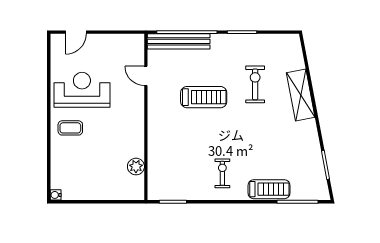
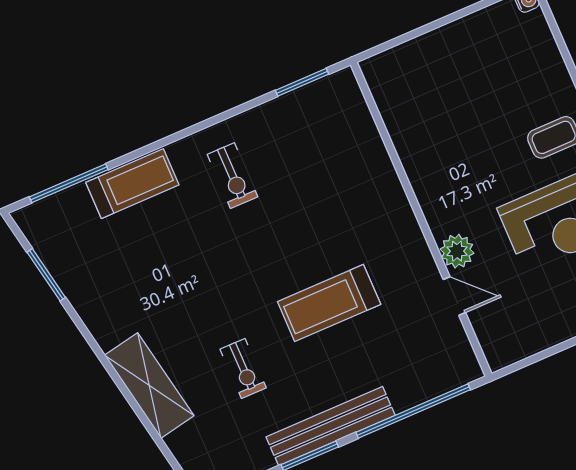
bench: (179, 41) -> (331, 426), moved
exercise bike: (255, 84) -> (243, 368), width x0.73, depth x0.72
plant: (136, 167) -> (457, 251), moved
treadmill: (269, 189) -> (132, 184), turned 180

